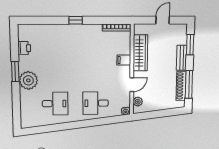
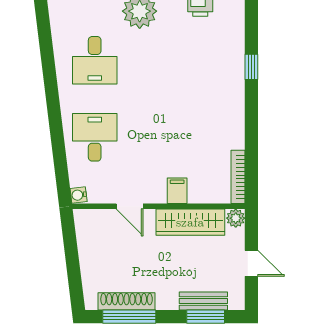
window: (76, 20) -> (251, 67), moved
bench: (182, 58) -> (203, 301), moved
plant: (138, 102) -> (236, 218), moved

